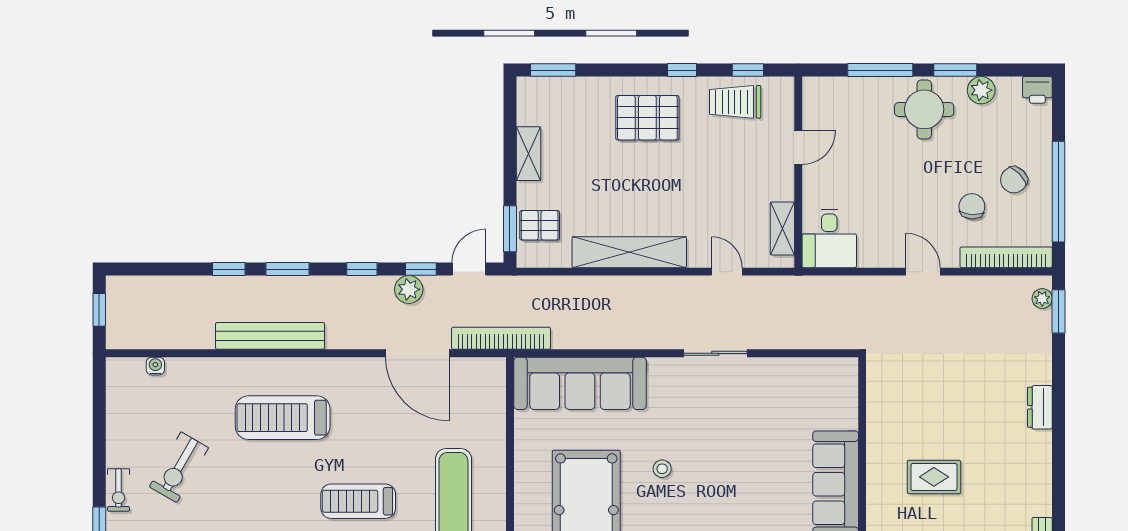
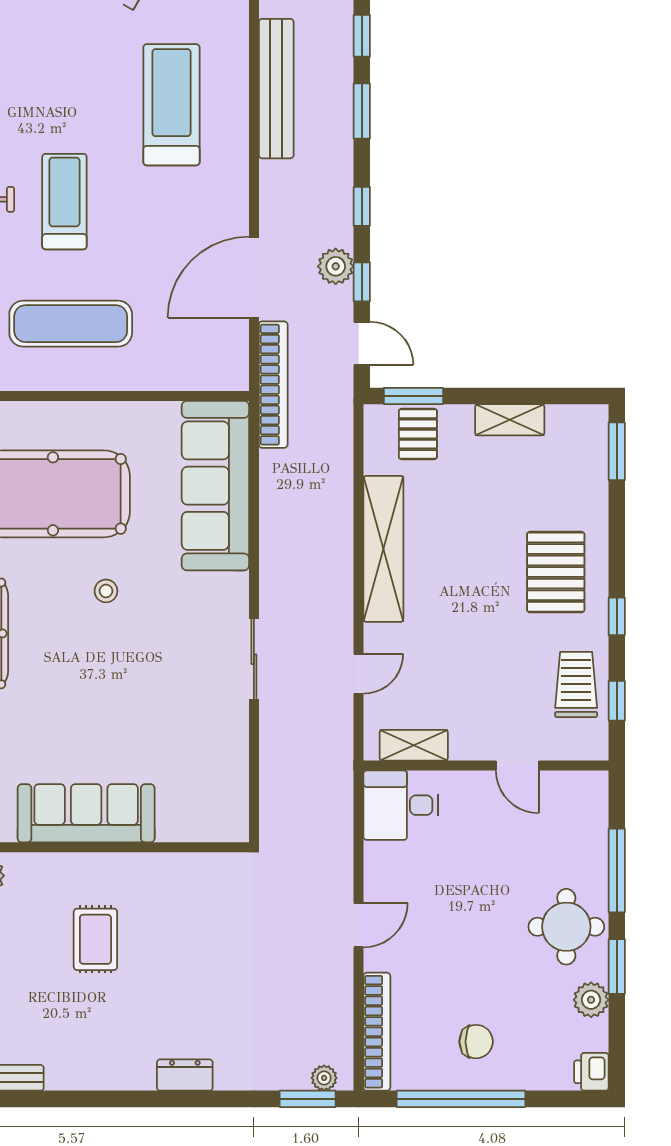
chair: (1014, 180) -> (476, 1042), turned 135
chair: (972, 206) -> (442, 988), removed

